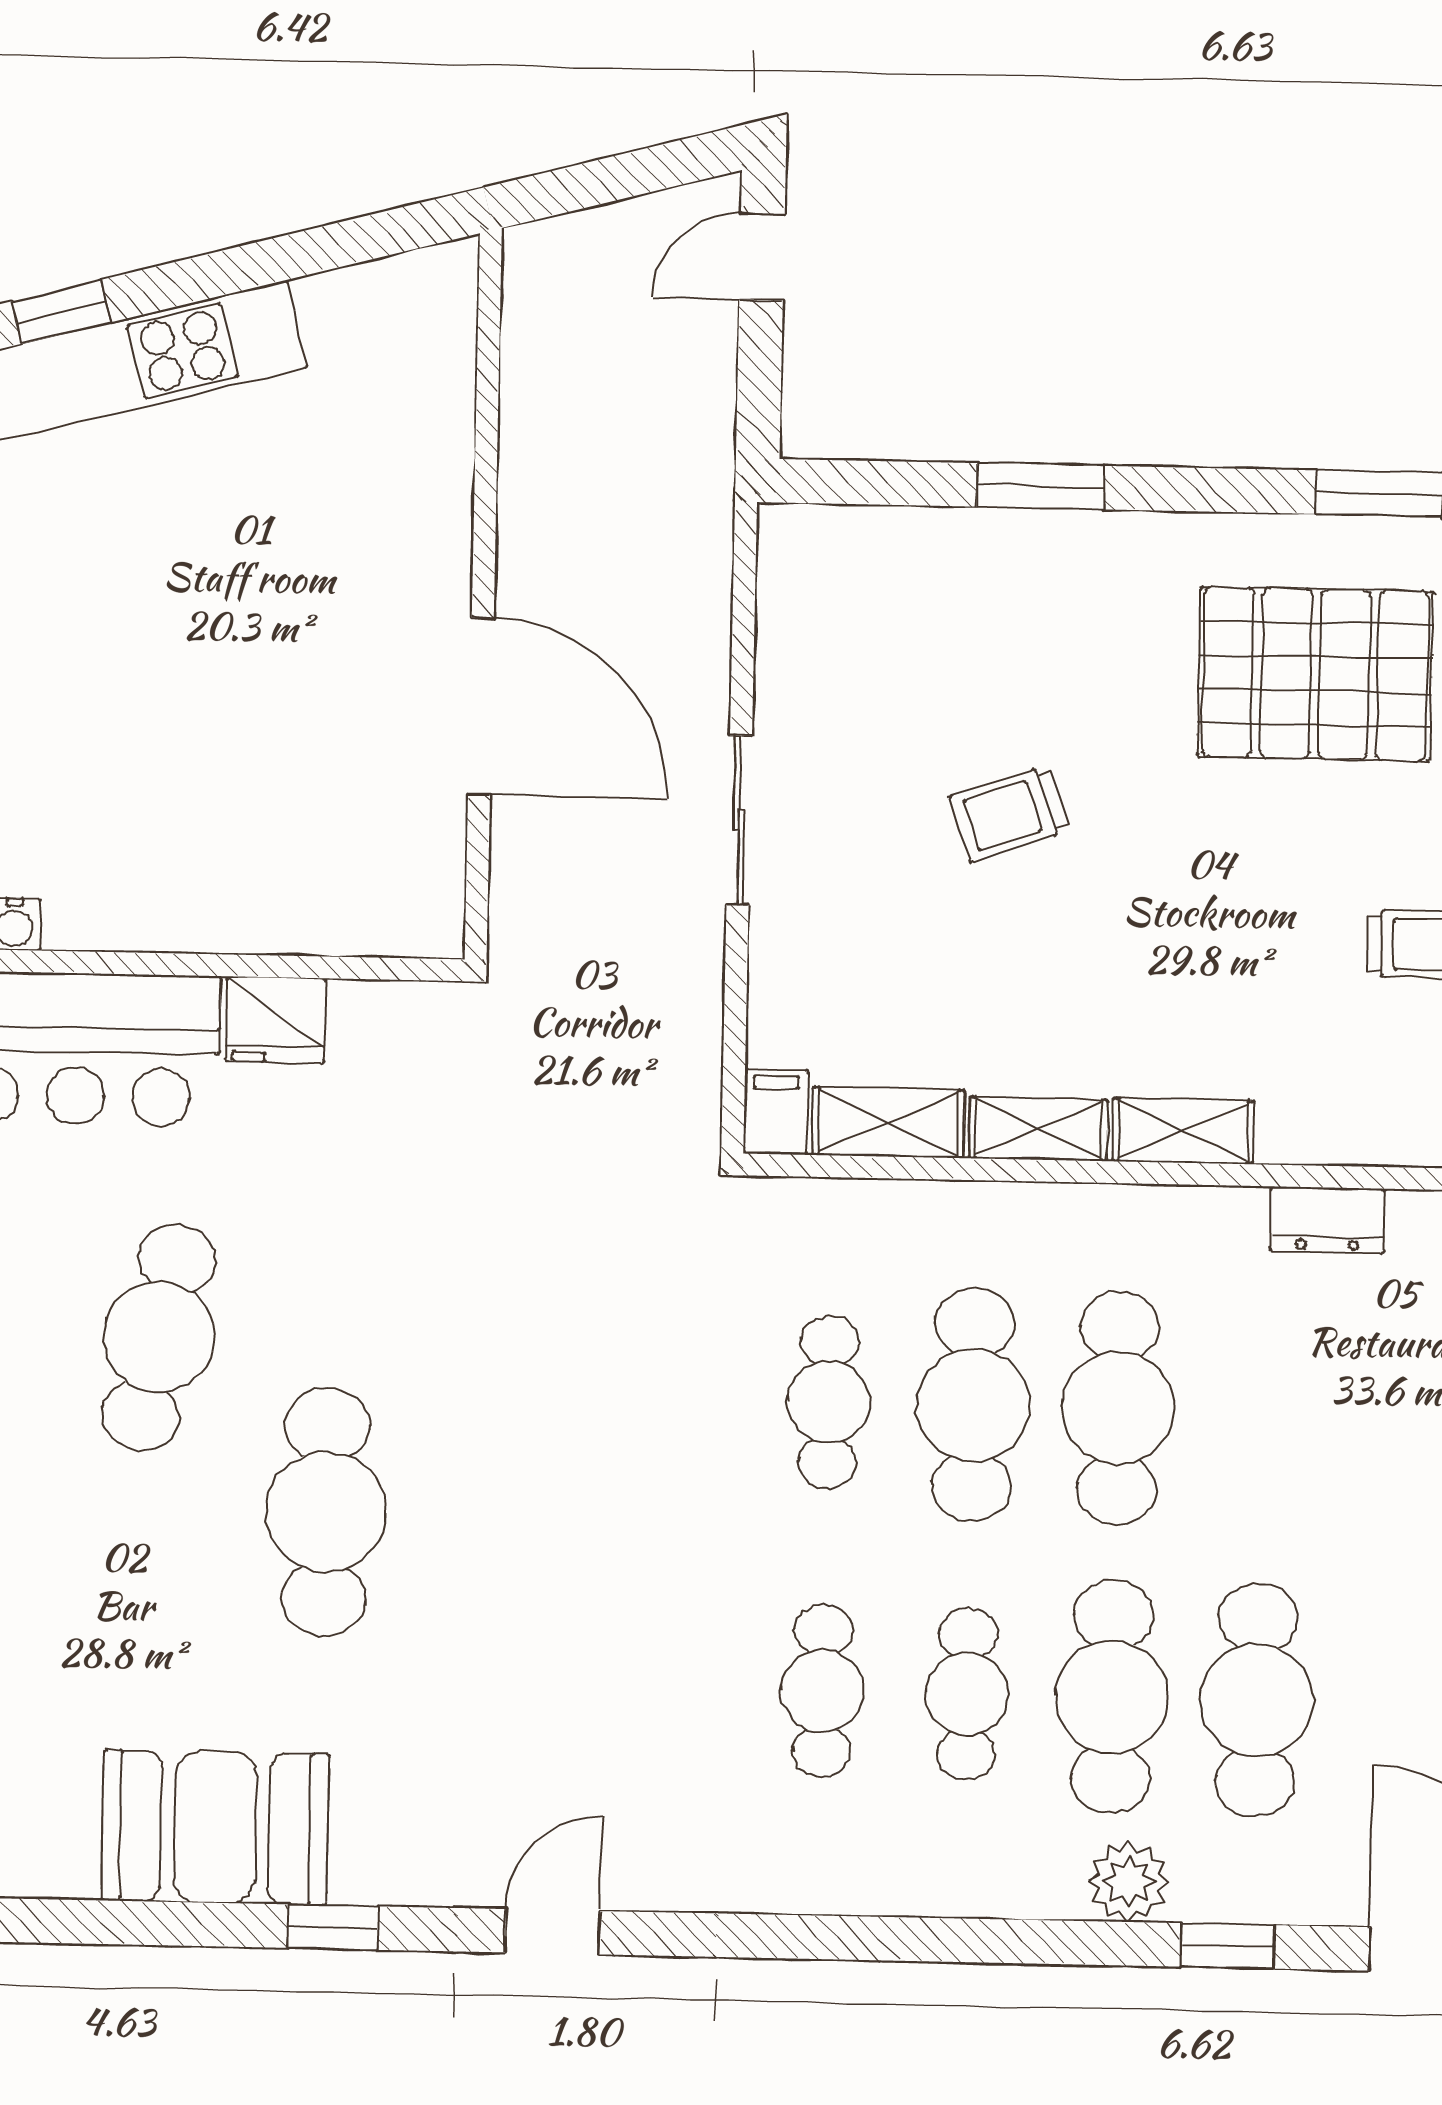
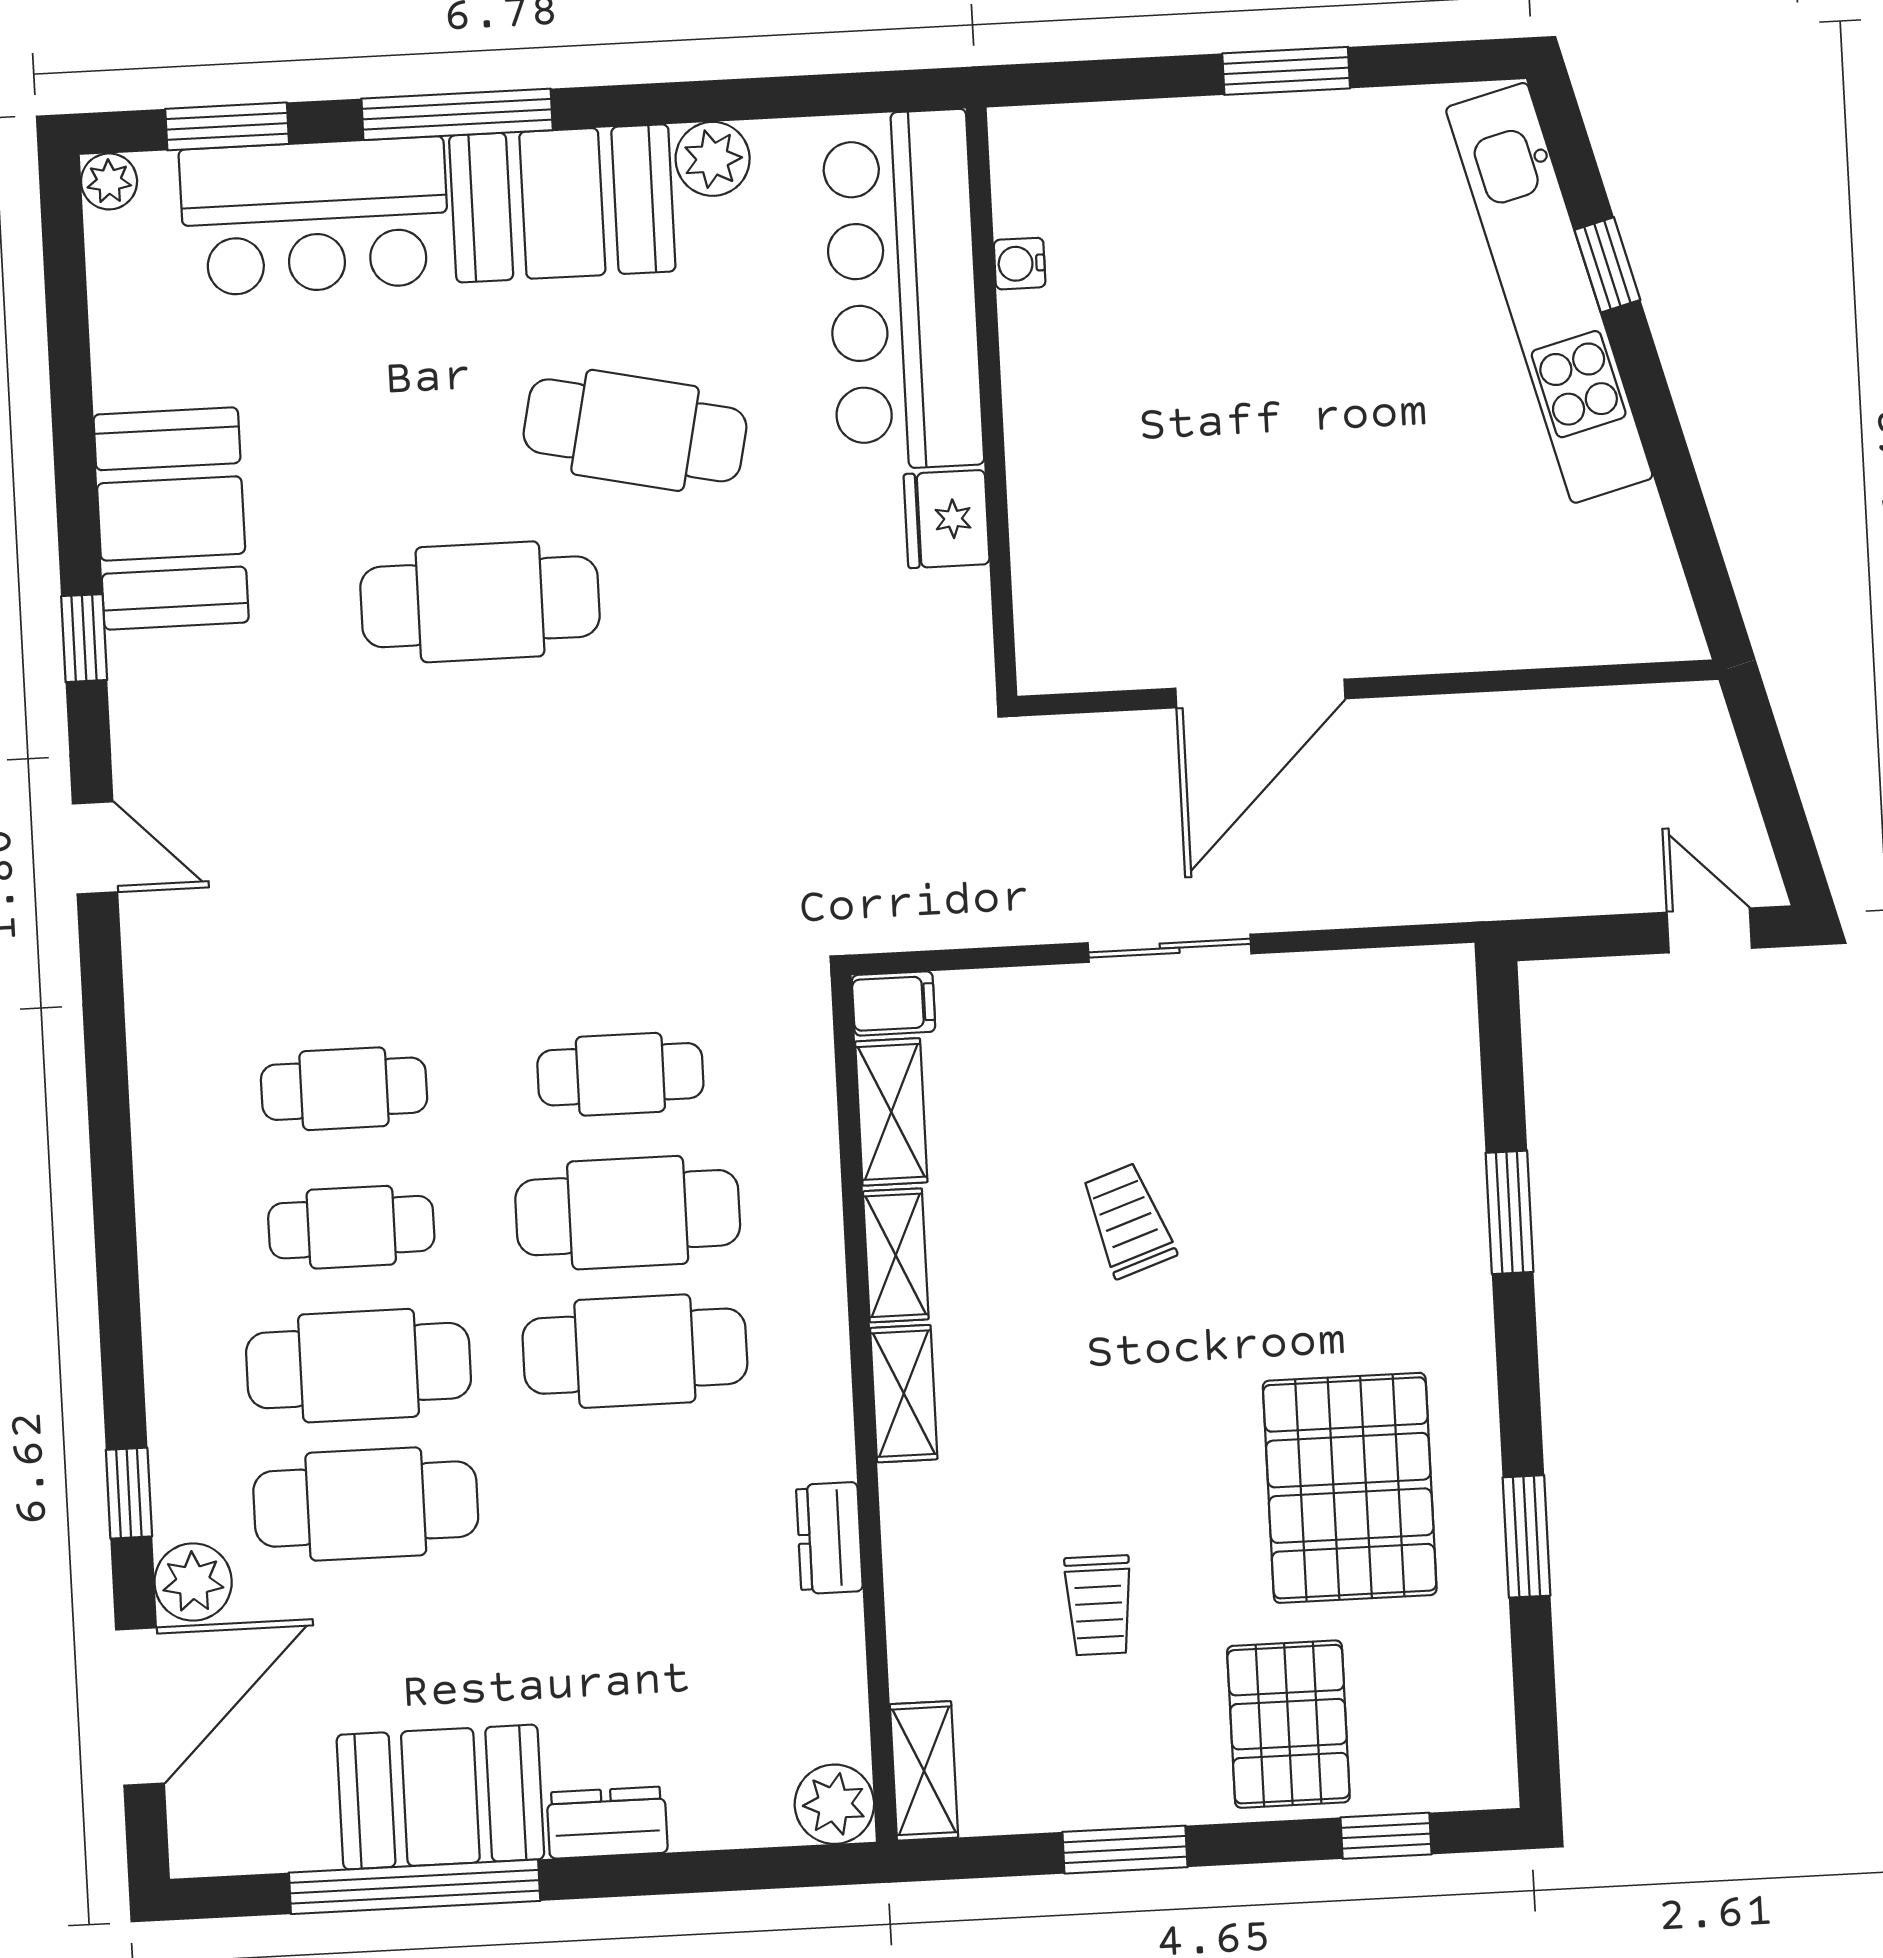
trolley: (1010, 814) -> (1128, 1221), moved
plant: (1129, 1882) -> (193, 1582), moved

